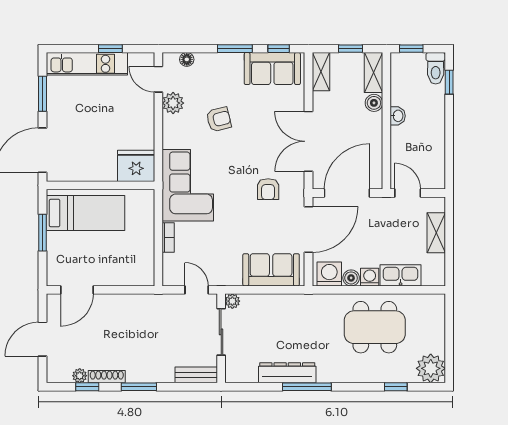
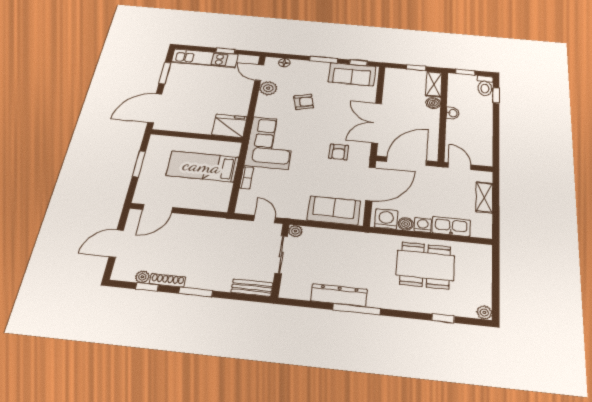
shelving: (321, 72) -> (391, 80), removed
bed: (85, 213) -> (202, 166), moved, turned 180
plant: (431, 368) -> (484, 312), width x0.53, depth x0.53

